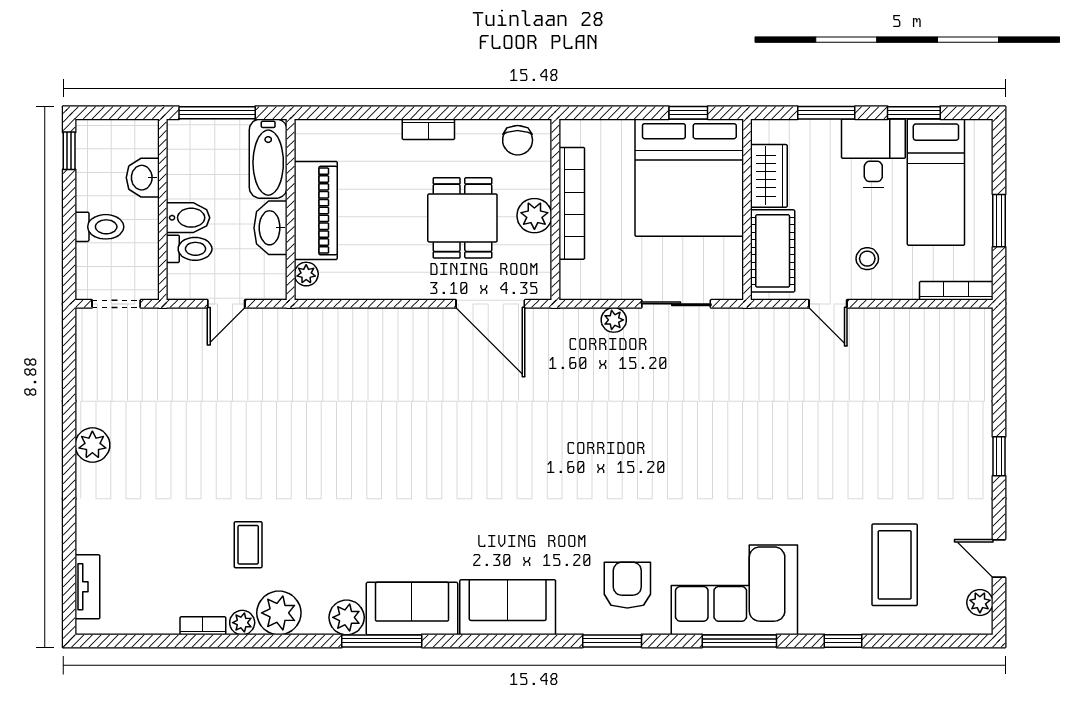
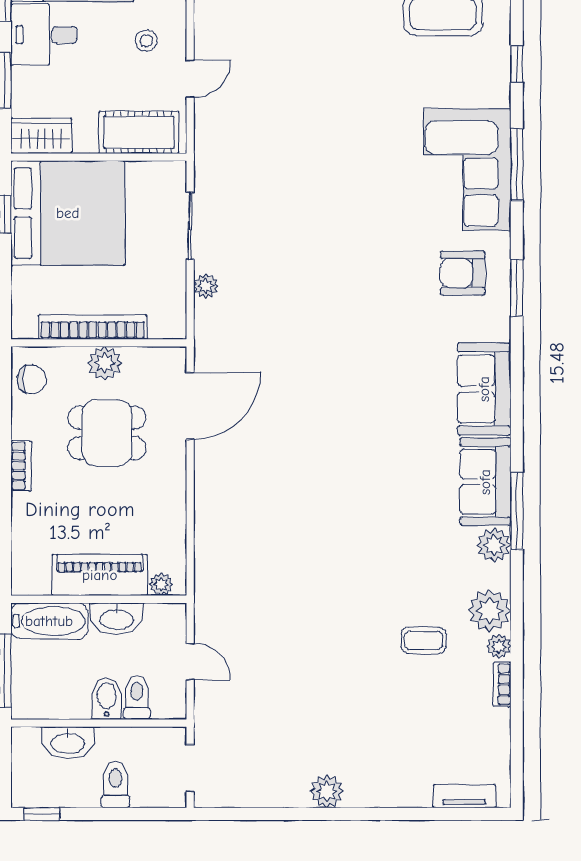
wardrobe: (769, 176) -> (41, 136), moved
washbasin: (143, 178) -> (68, 743), width x1.38

